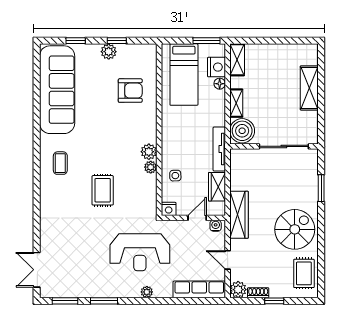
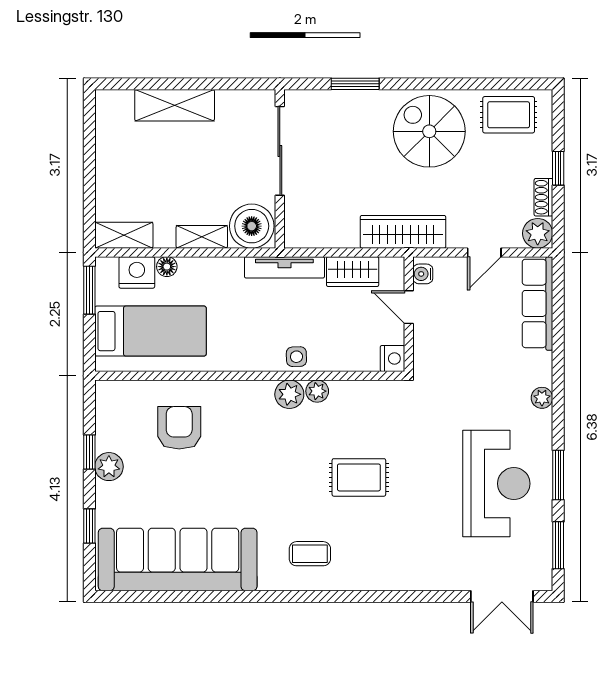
side table: (175, 176) -> (296, 357), moved
reception desk: (140, 252) -> (496, 484), moved

